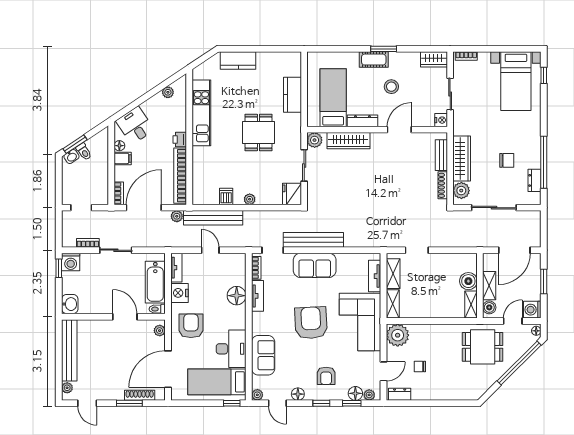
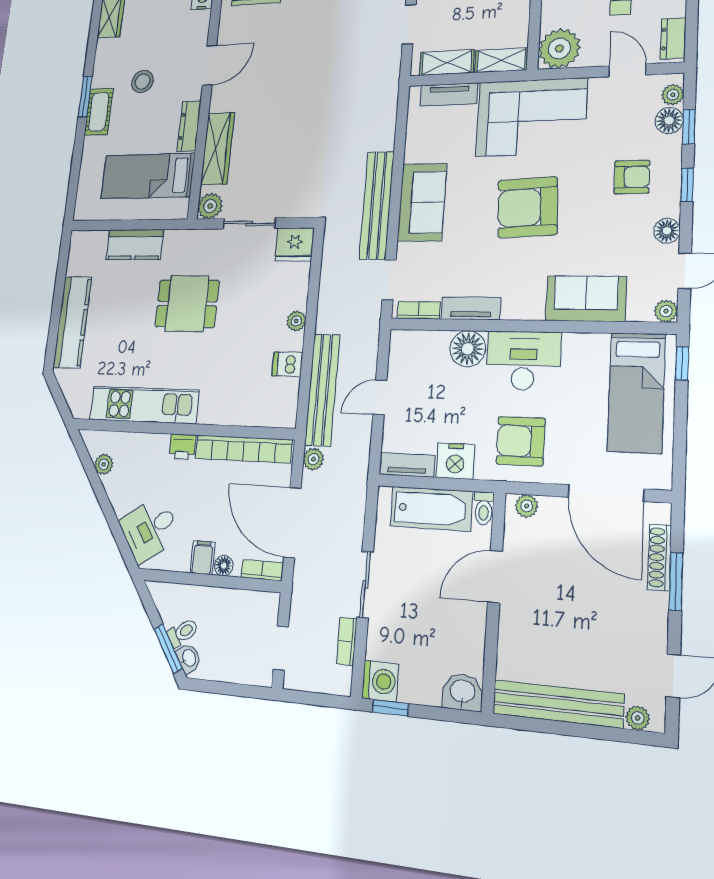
kitchen counter: (238, 60) -> (72, 322), width x1.50
door: (399, 130) -> (210, 65), swing flipped
floor lamp: (119, 146) -> (224, 566), moved
desk: (231, 349) -> (523, 361), moved

